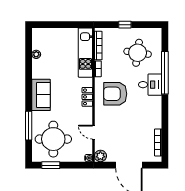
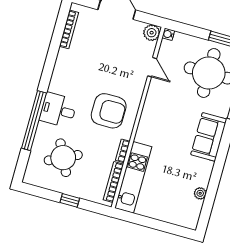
round table: (138, 53) -> (63, 158), turned -34
locker: (87, 97) -> (147, 117), removed

